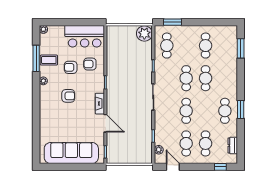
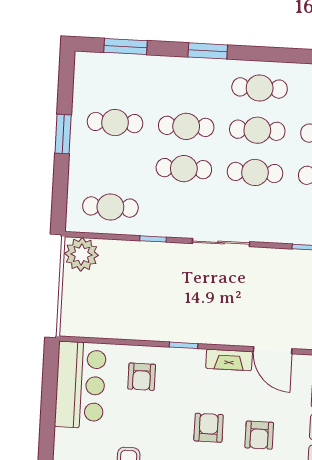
window: (173, 22) -> (63, 134), moved
armchair: (71, 67) -> (259, 435), moved
window: (241, 110) -> (208, 51), moved
cafe table: (206, 111) -> (257, 130), added
door: (105, 123) -> (273, 350), swing flipped

